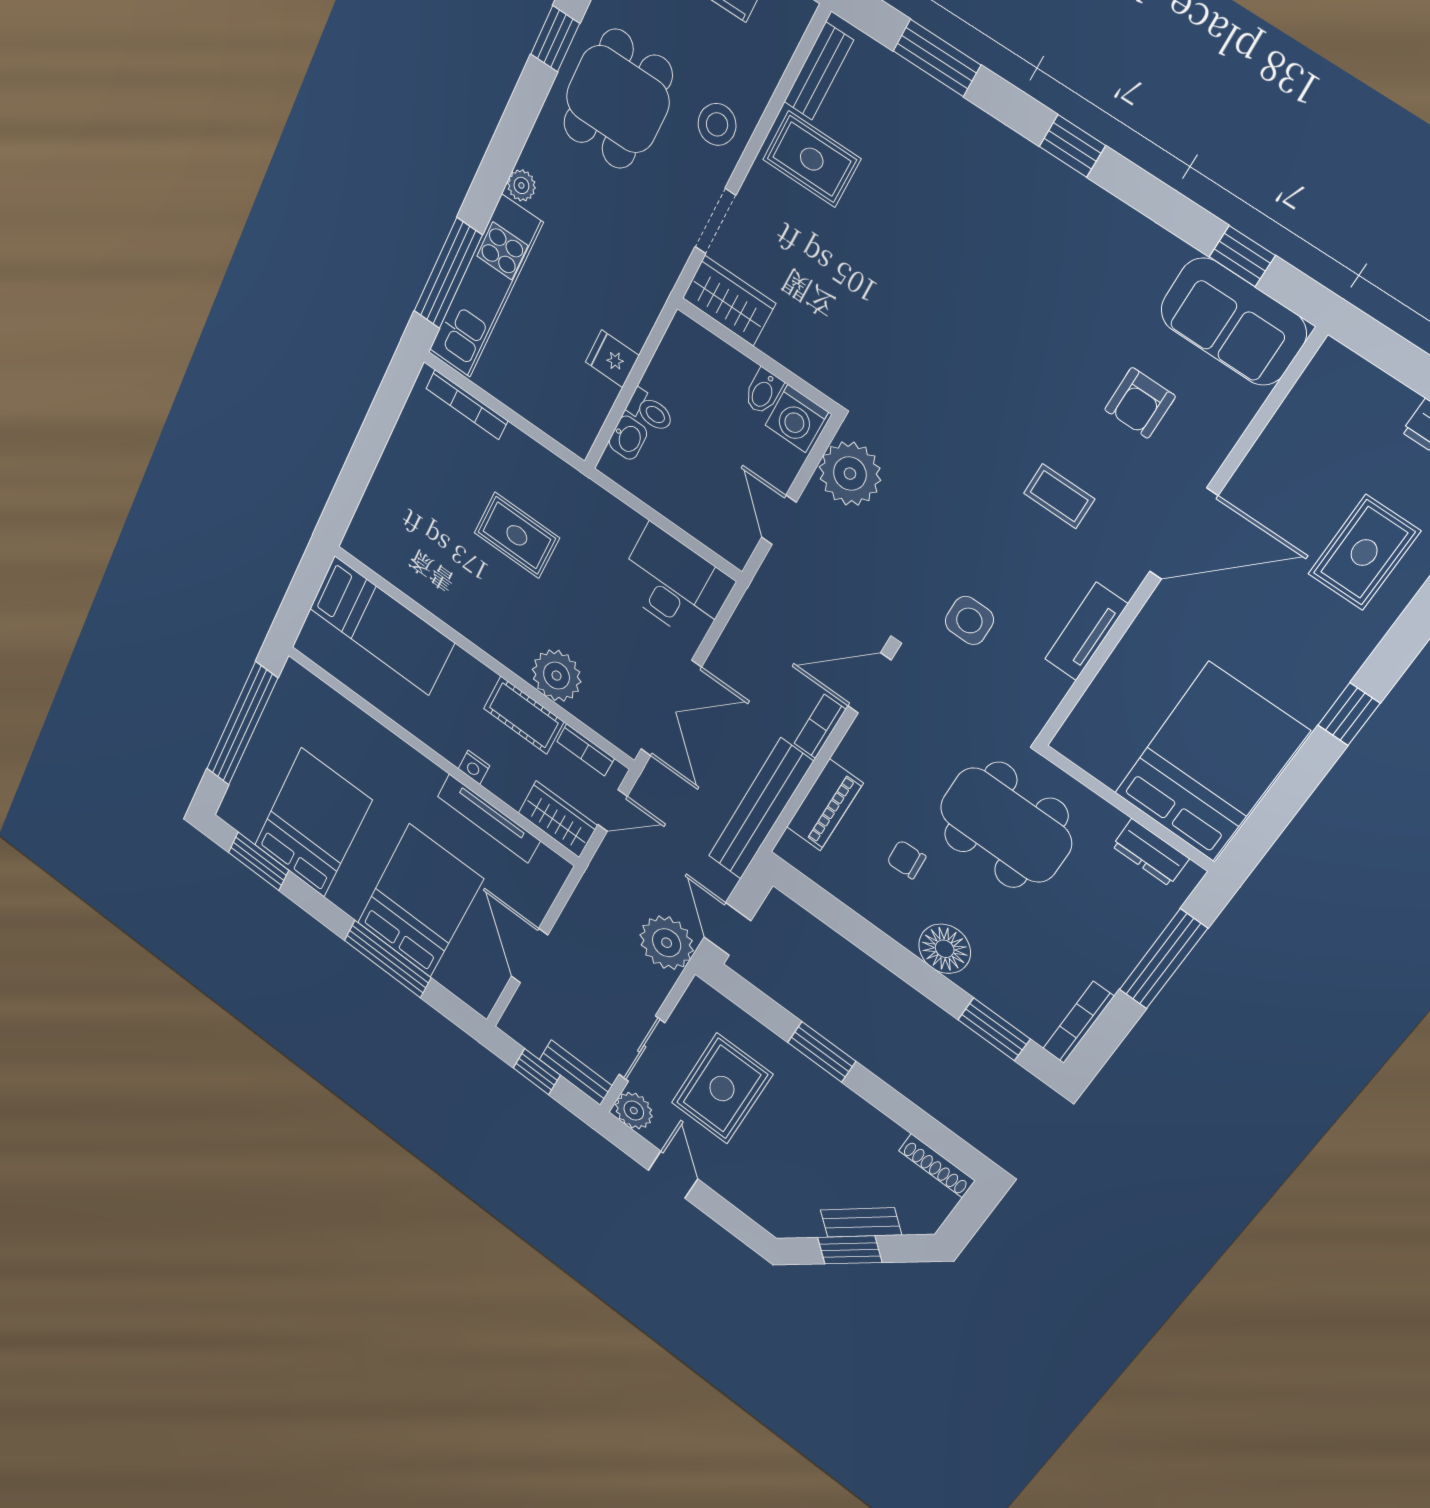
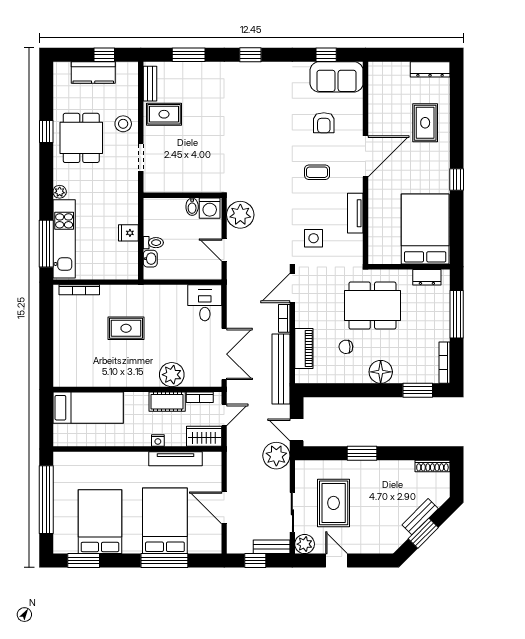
wardrobe: (729, 301) -> (161, 182), removed
desk: (674, 584) -> (205, 303), width x0.73

